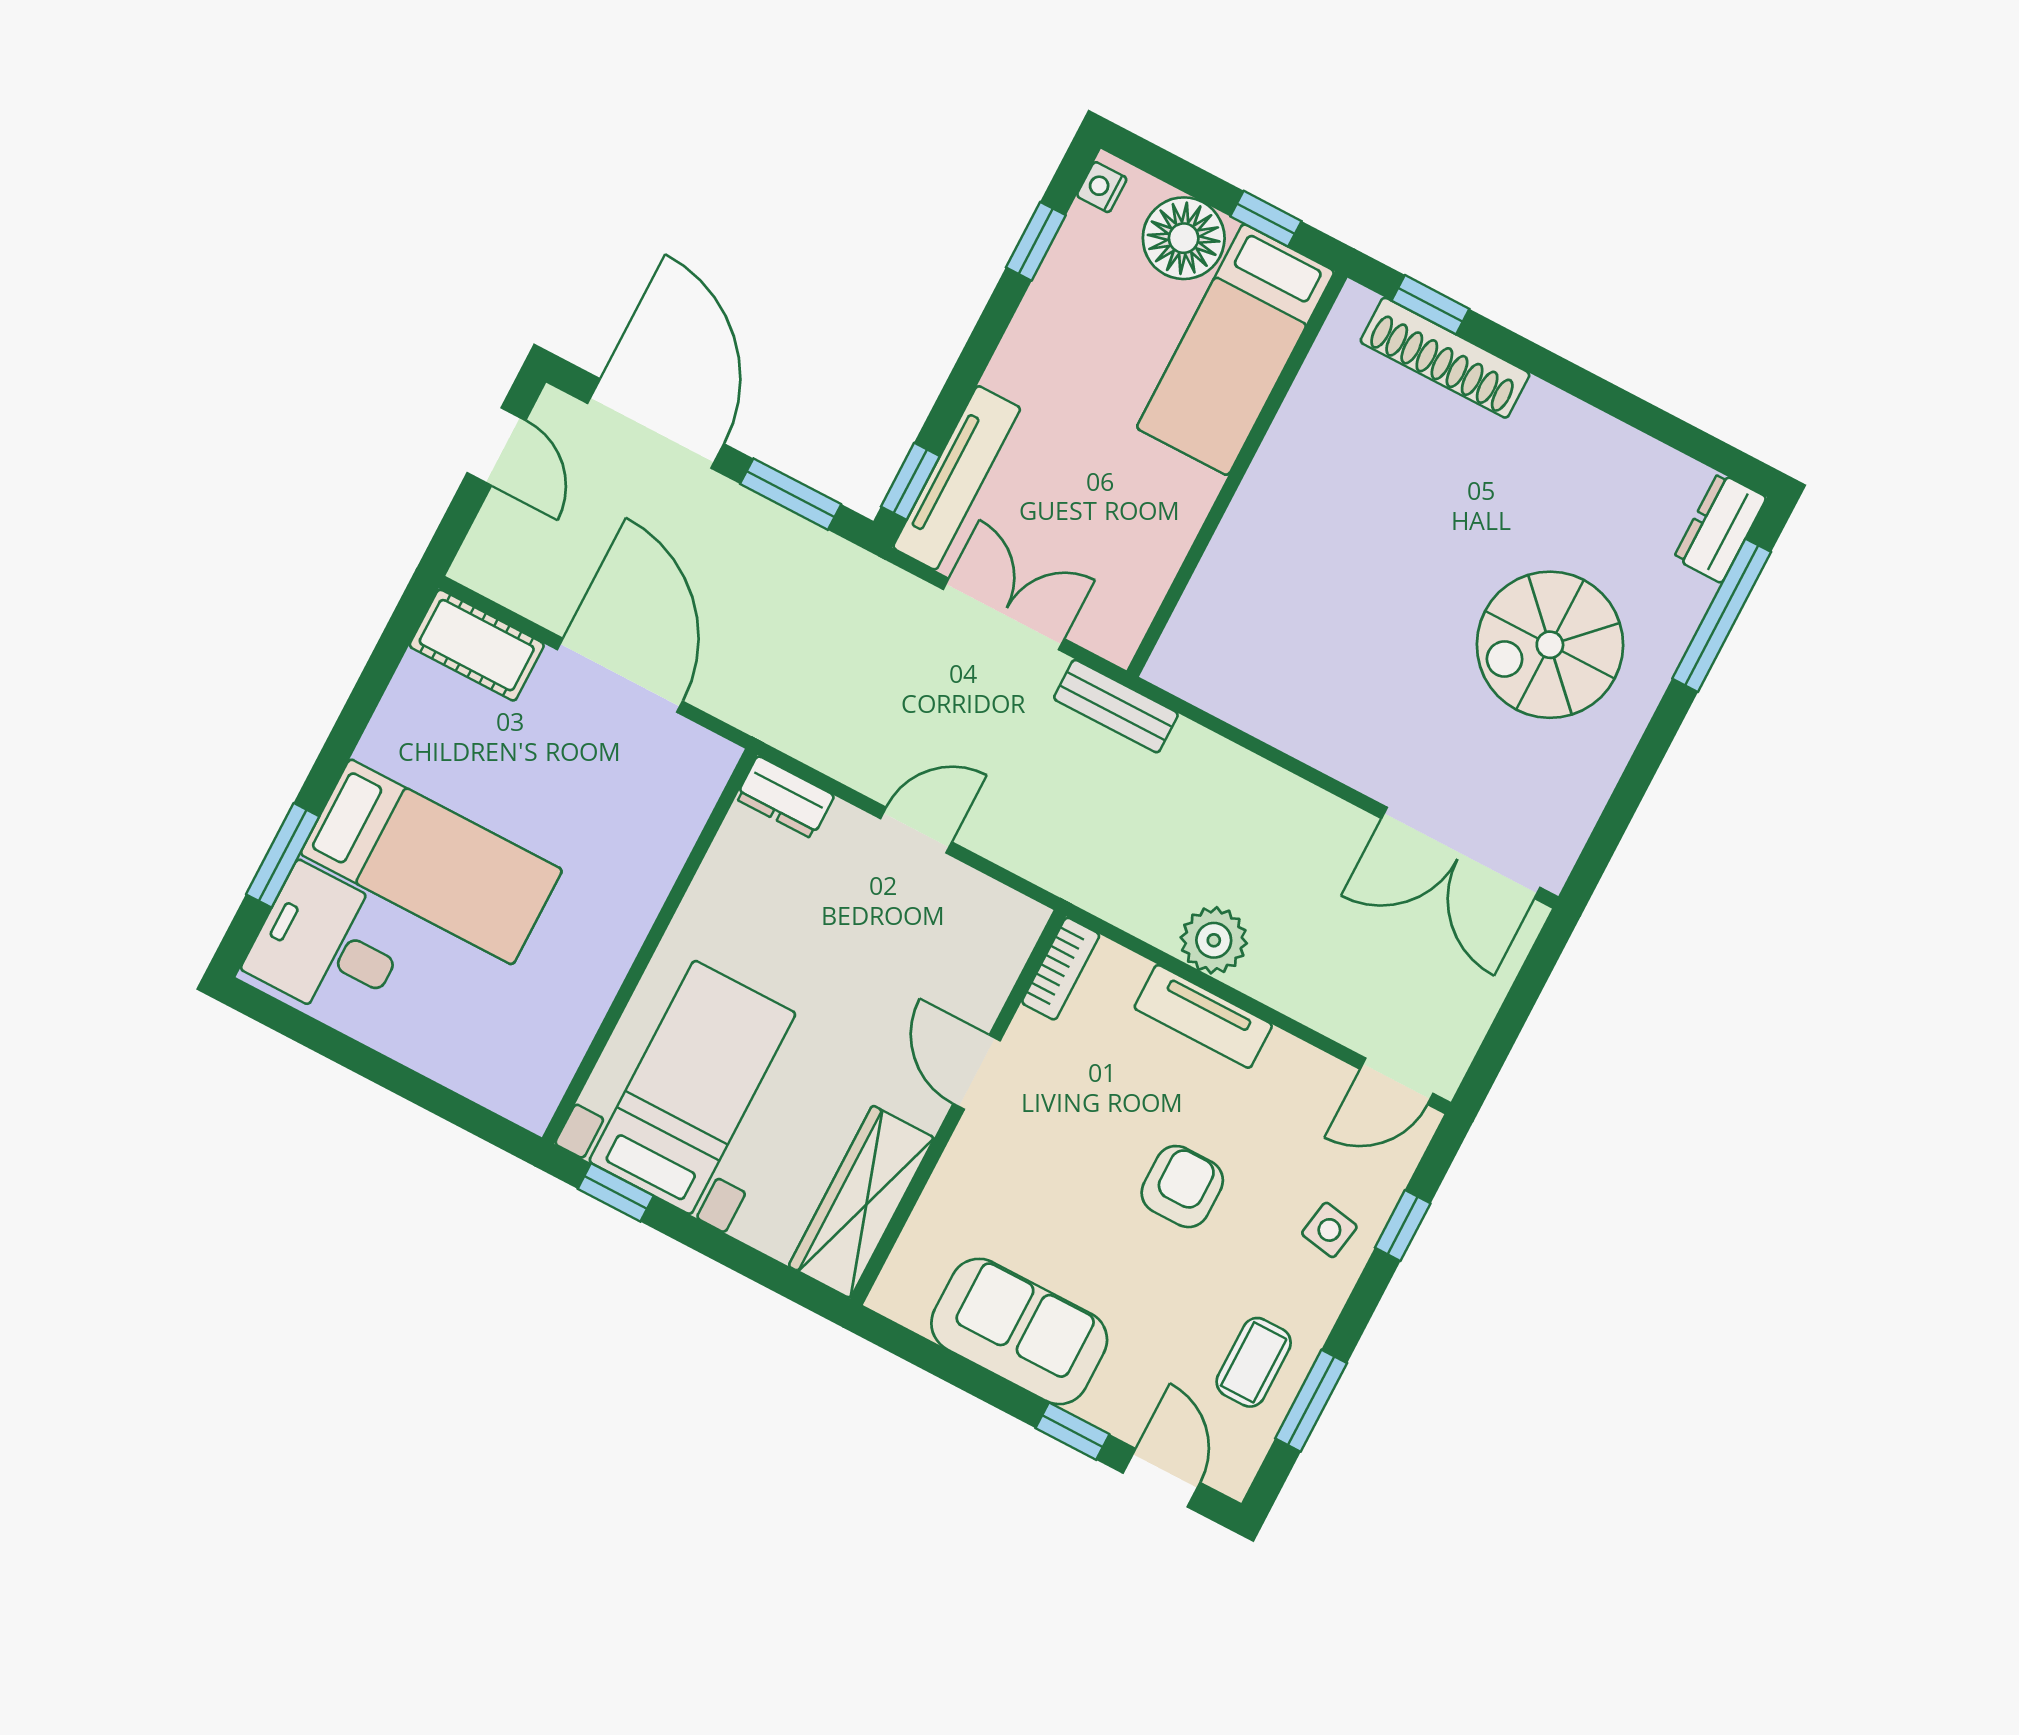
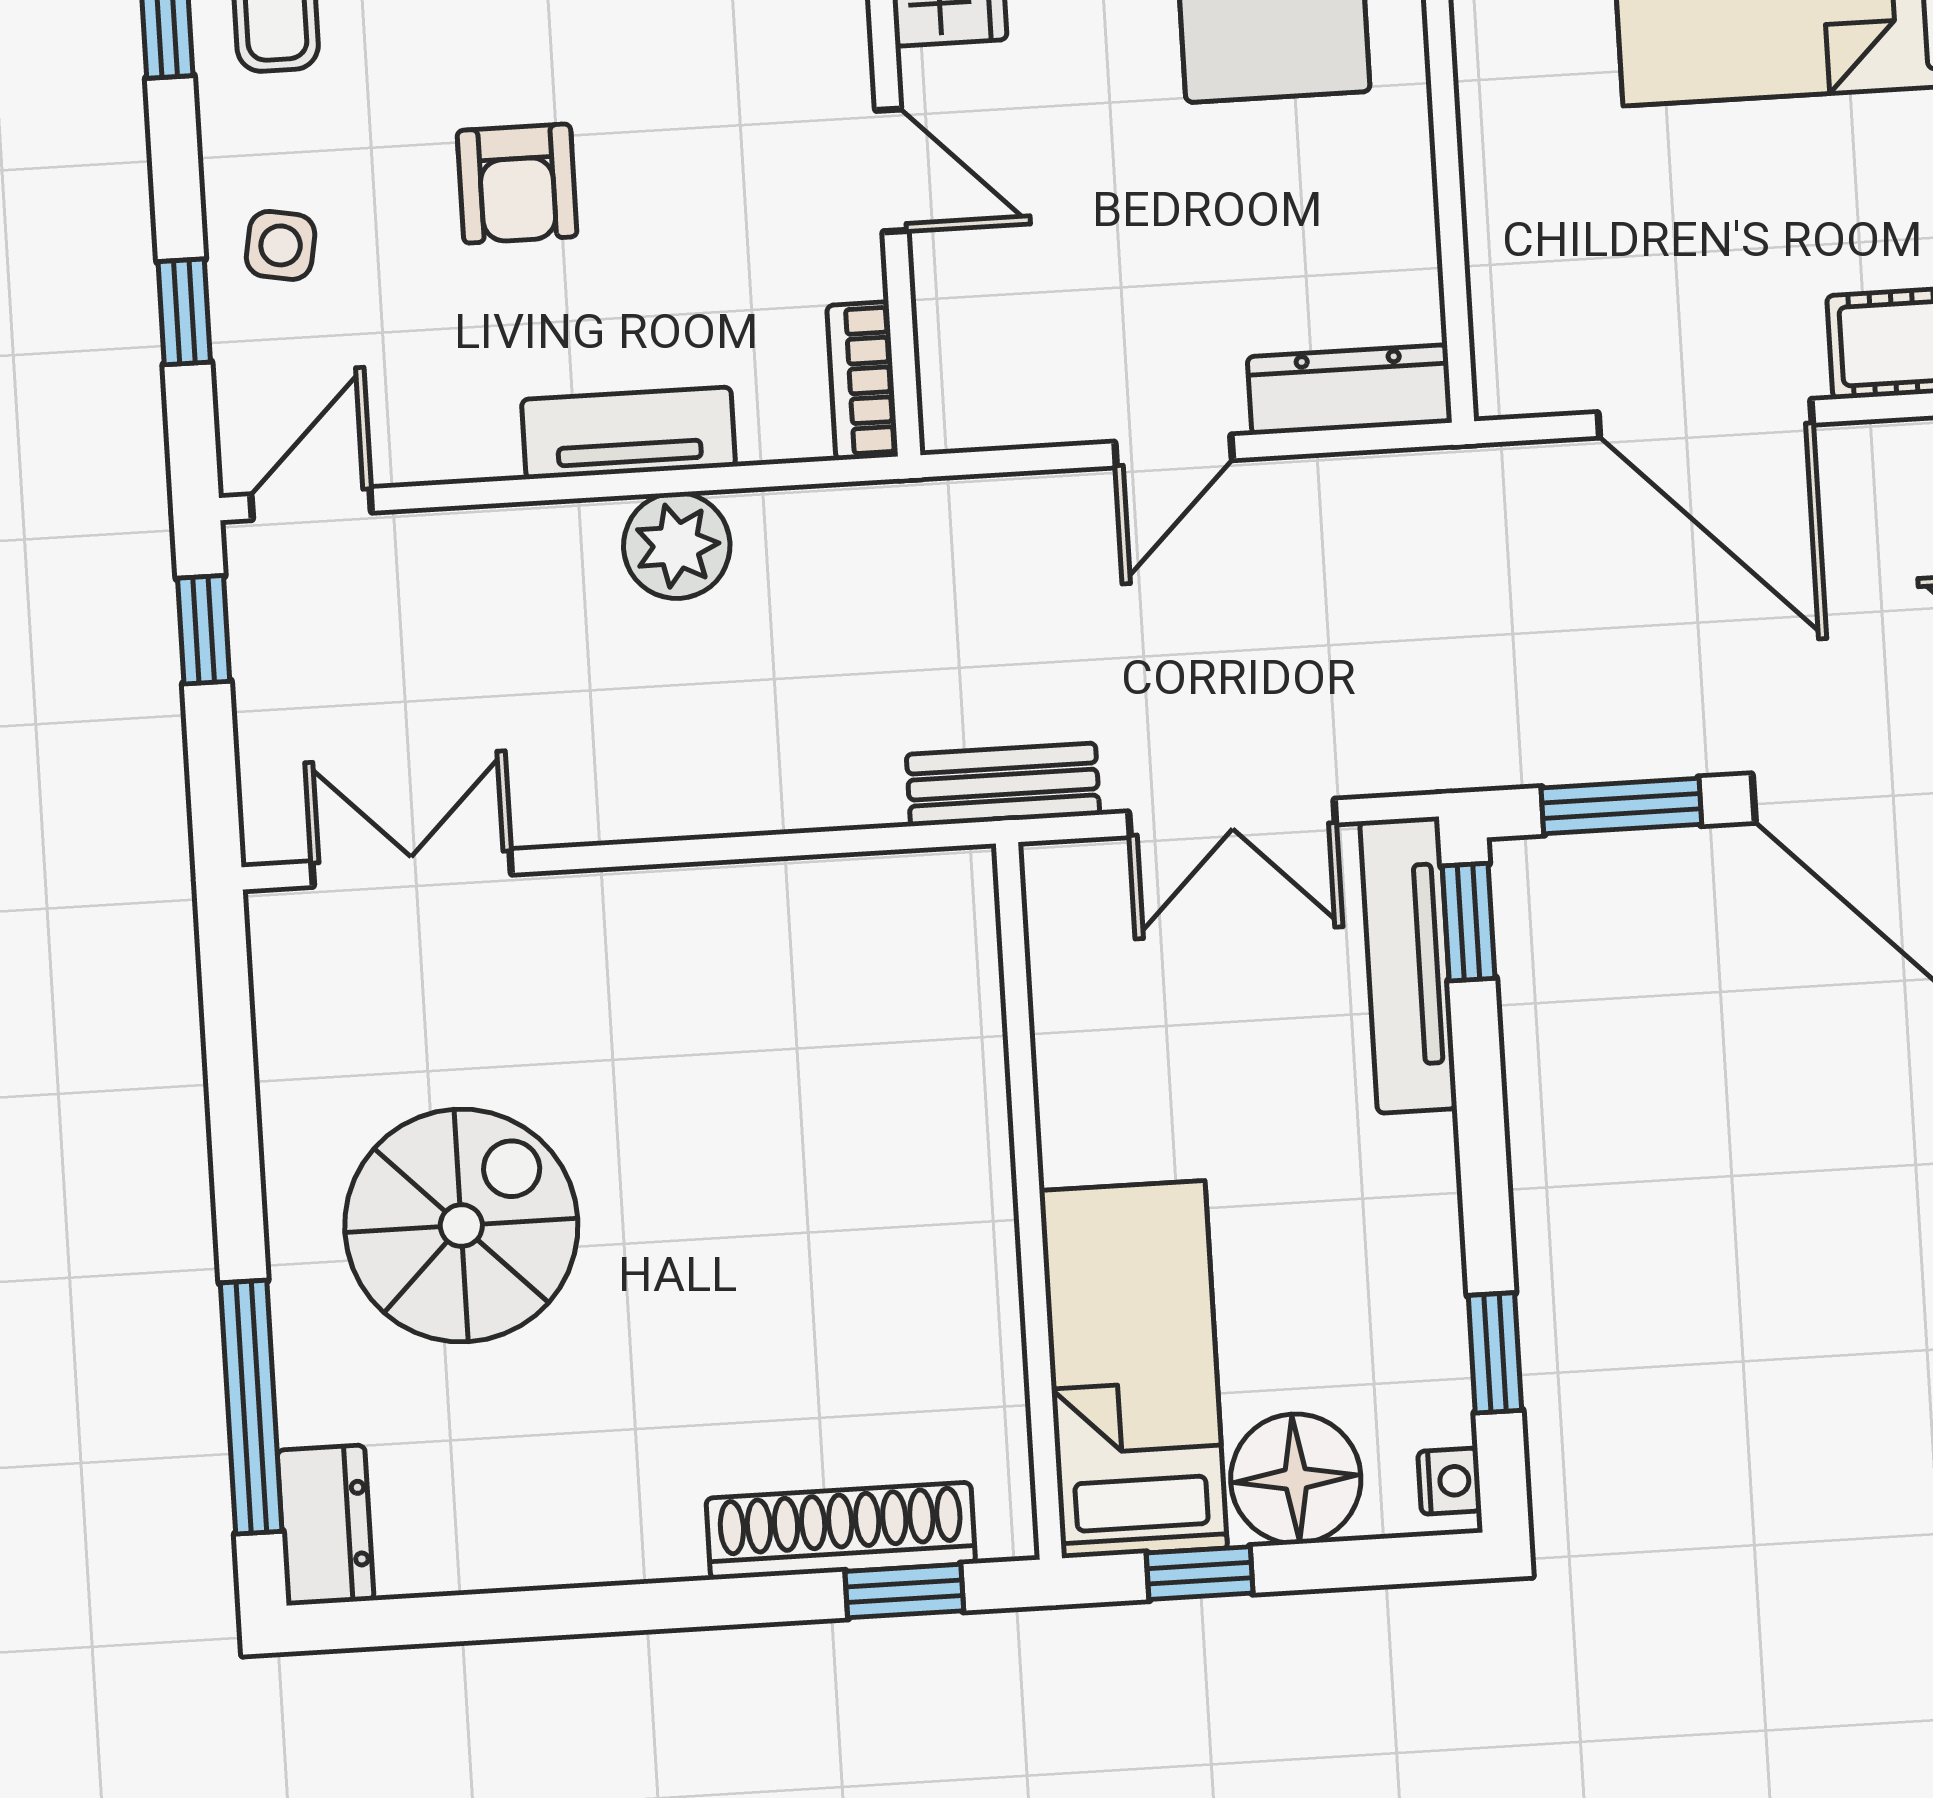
dresser: (785, 797) -> (1350, 390), width x1.44
double door: (1461, 853) -> (412, 868), width x0.73
window: (1495, 1048) -> (204, 630), added

